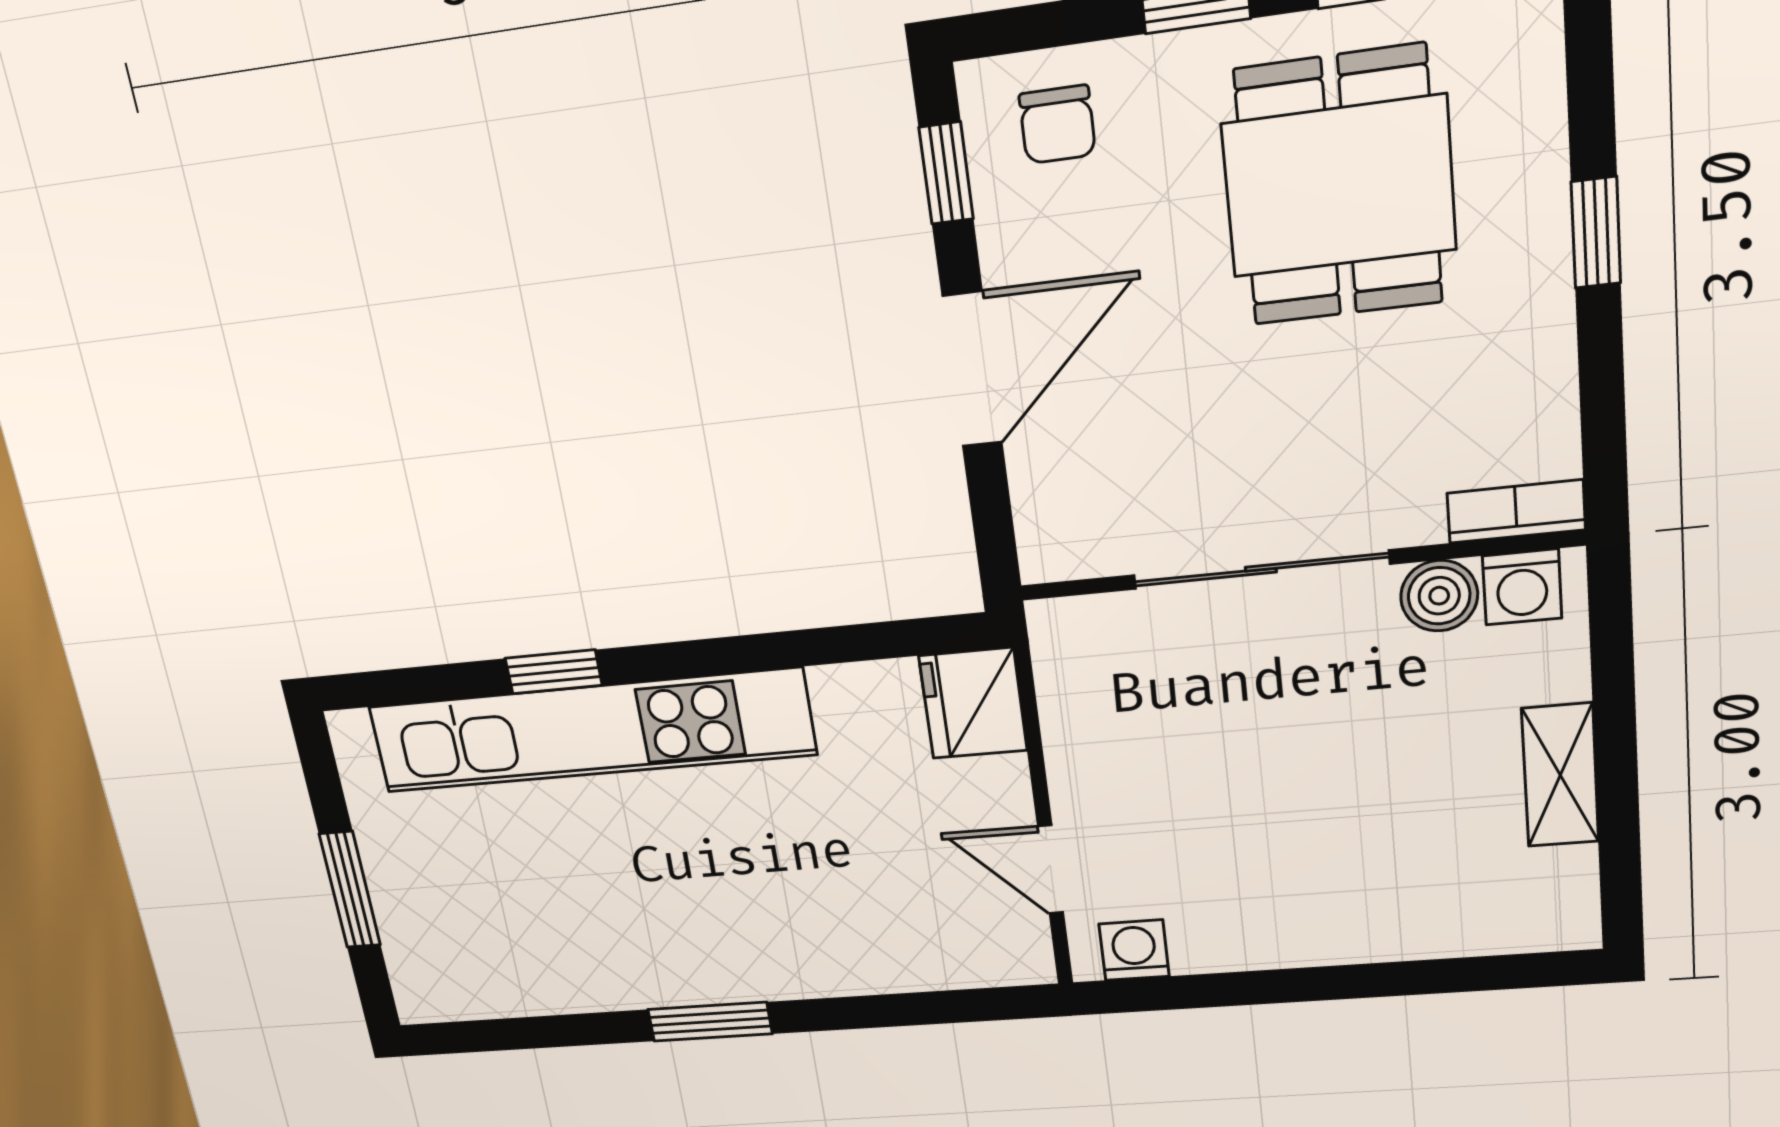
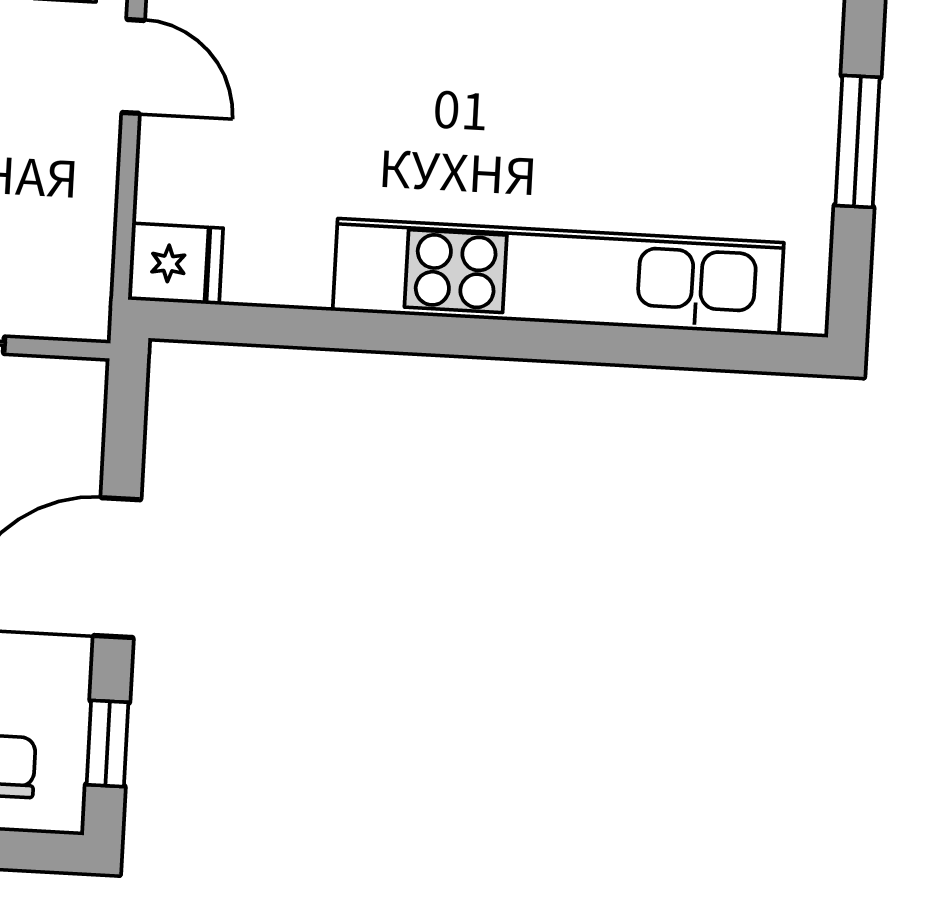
window: (554, 672) -> (580, 343), removed
fridge: (973, 703) -> (176, 264), width x0.72

